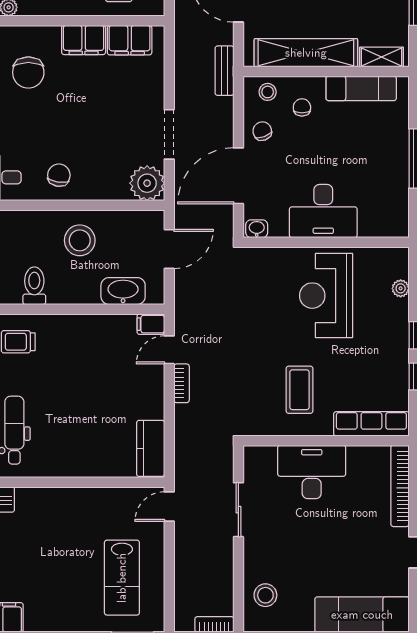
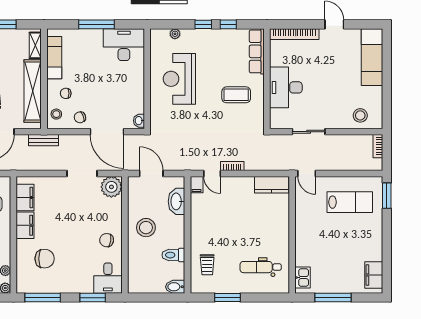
desk: (323, 211) -> (124, 45), moved, turned -90
reception desk: (326, 296) -> (179, 79), turned 90

